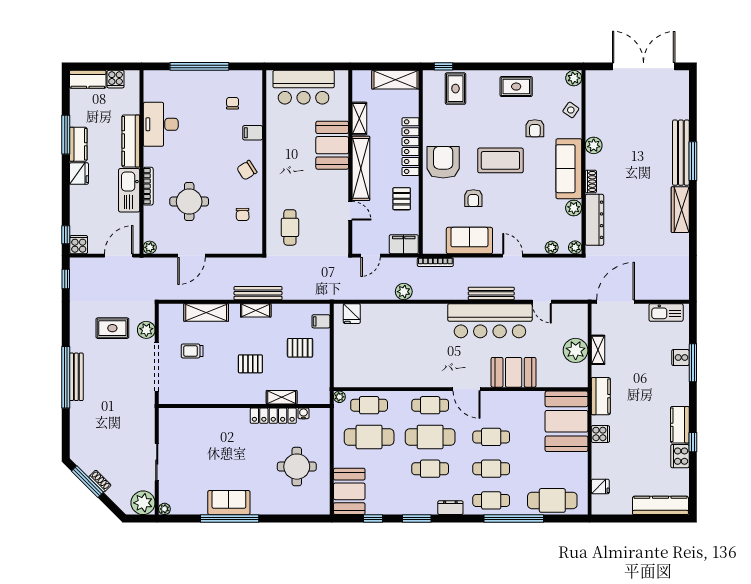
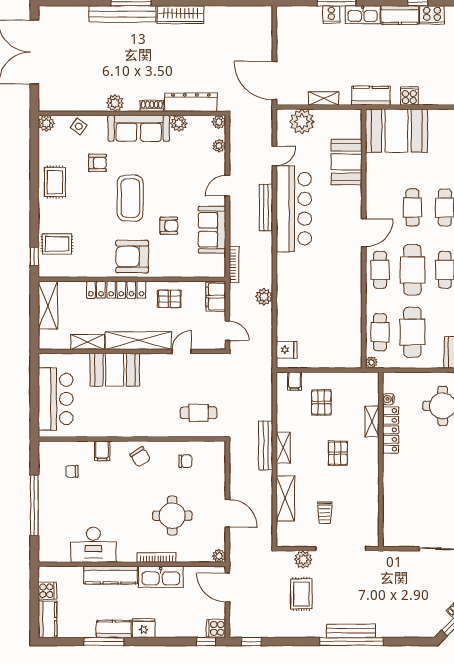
kitchen sink: (666, 312) -> (363, 15), moved, turned 90
plant: (576, 350) -> (302, 121), moved
booth: (514, 372) -> (346, 162), moved

